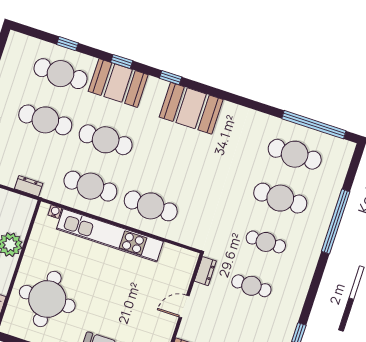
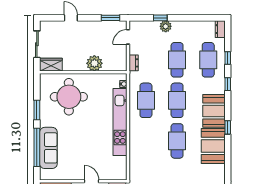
dresser: (21, 41) -> (220, 29), added
window: (122, 61) -> (228, 84), moved
booth: (118, 83) -> (214, 111), moved
cafe table: (151, 206) -> (177, 141), moved

